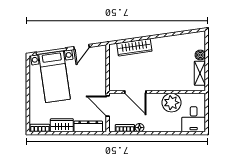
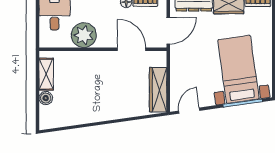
door: (82, 47) -> (189, 111), moved
wardrobe: (134, 47) -> (158, 90), moved, turned -82
door: (108, 106) -> (168, 31), hinge flipped

